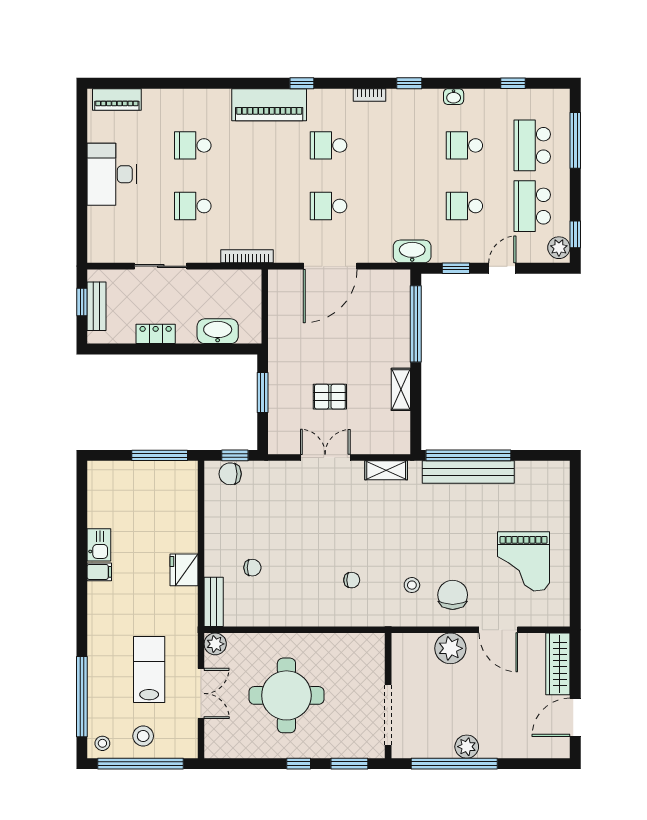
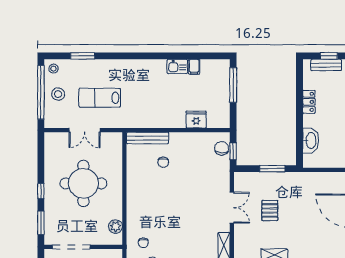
window: (160, 455) -> (233, 85), moved
fridge: (184, 570) -> (196, 120), moved
filing cabinet: (99, 572) -> (194, 67), moved
chair: (352, 580) -> (143, 243), moved
bench: (214, 602) -> (147, 138), width x1.36
plant: (215, 644) -> (116, 226), moved
lab bench: (149, 669) -> (100, 98), turned 180
window: (82, 697) -> (83, 56), width x0.47

